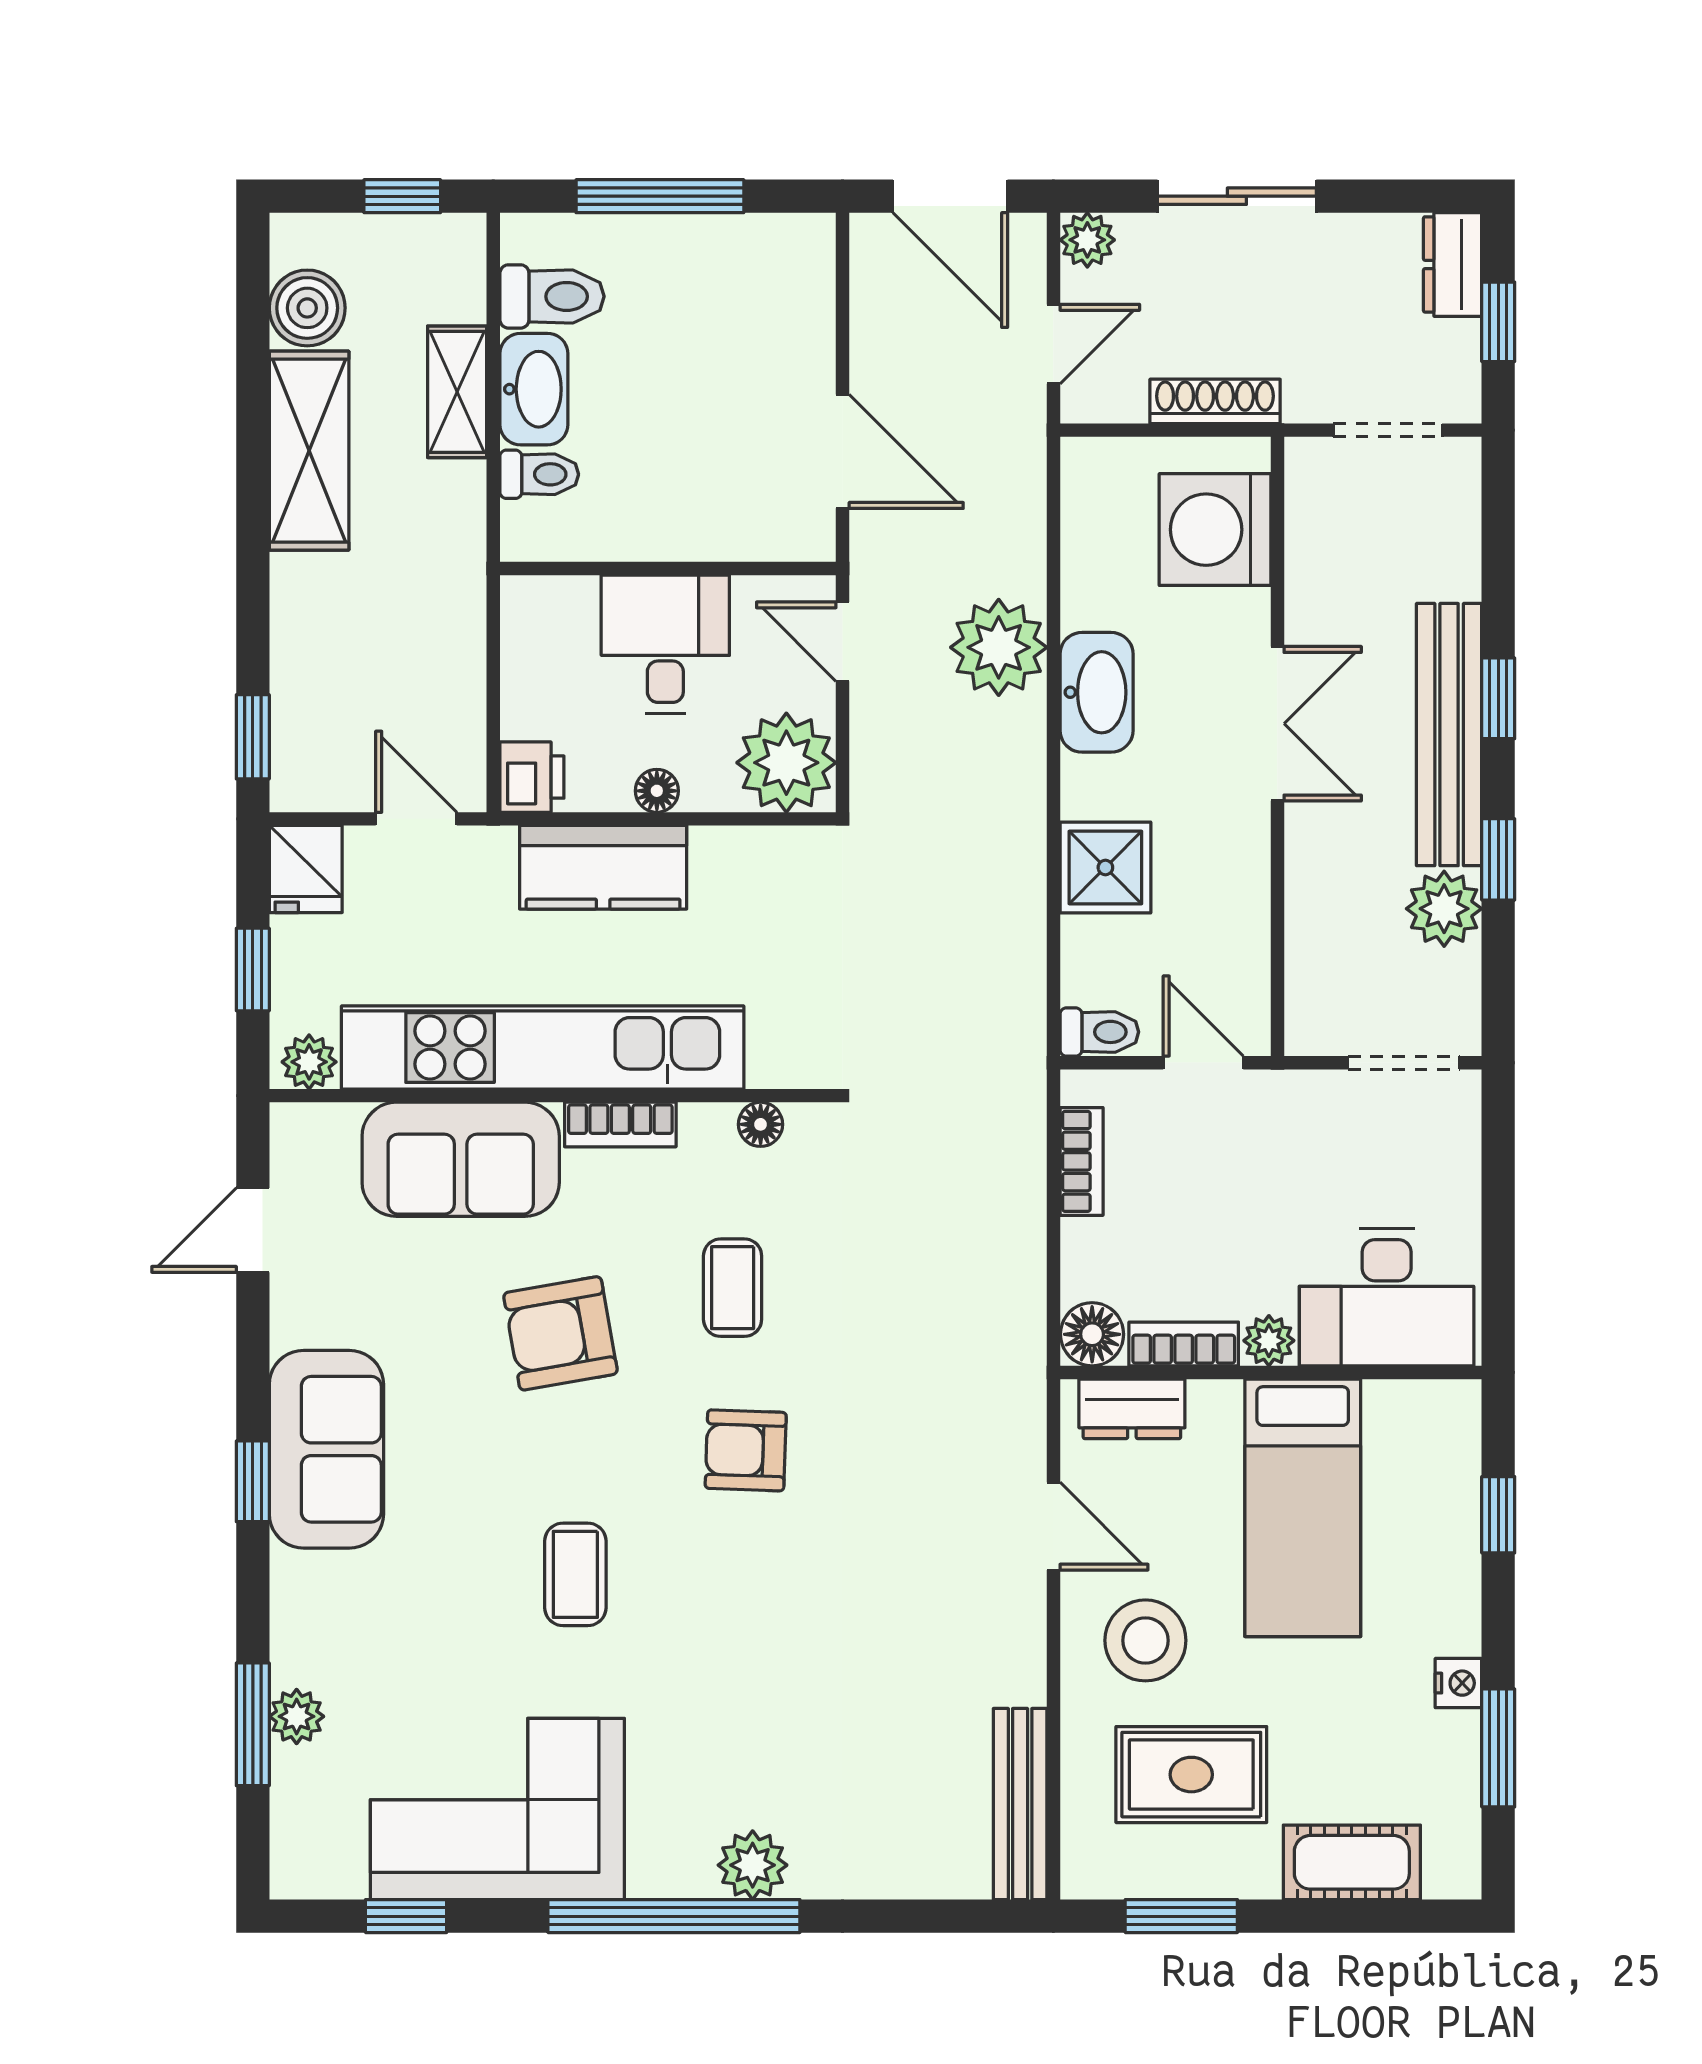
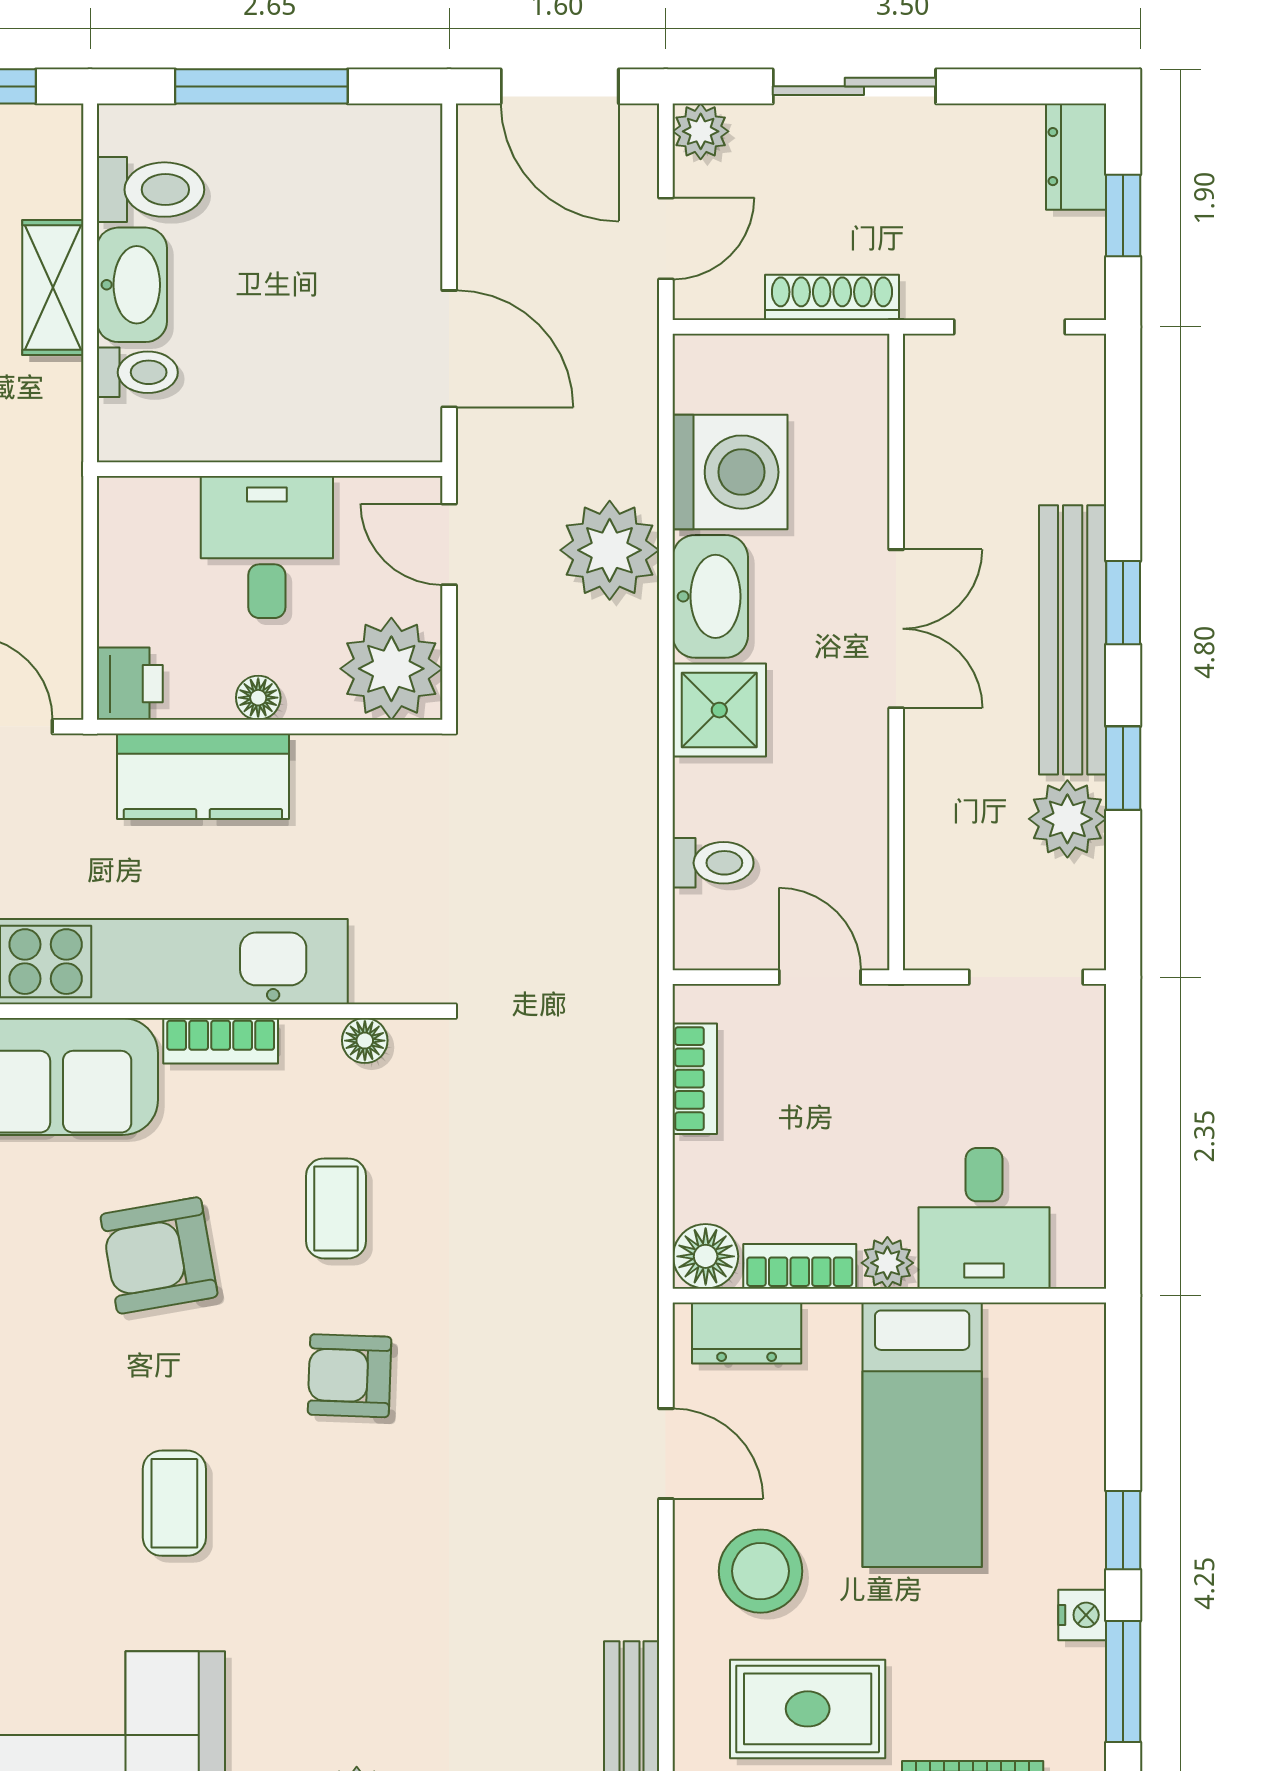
washing machine: (1215, 530) -> (730, 472), moved, turned 180
shower: (1105, 867) -> (719, 710), moved
toilet: (1099, 1032) -> (713, 863), moved
desk: (1387, 1297) -> (984, 1218), width x0.73
window: (1498, 1515) -> (1123, 1530), moved

